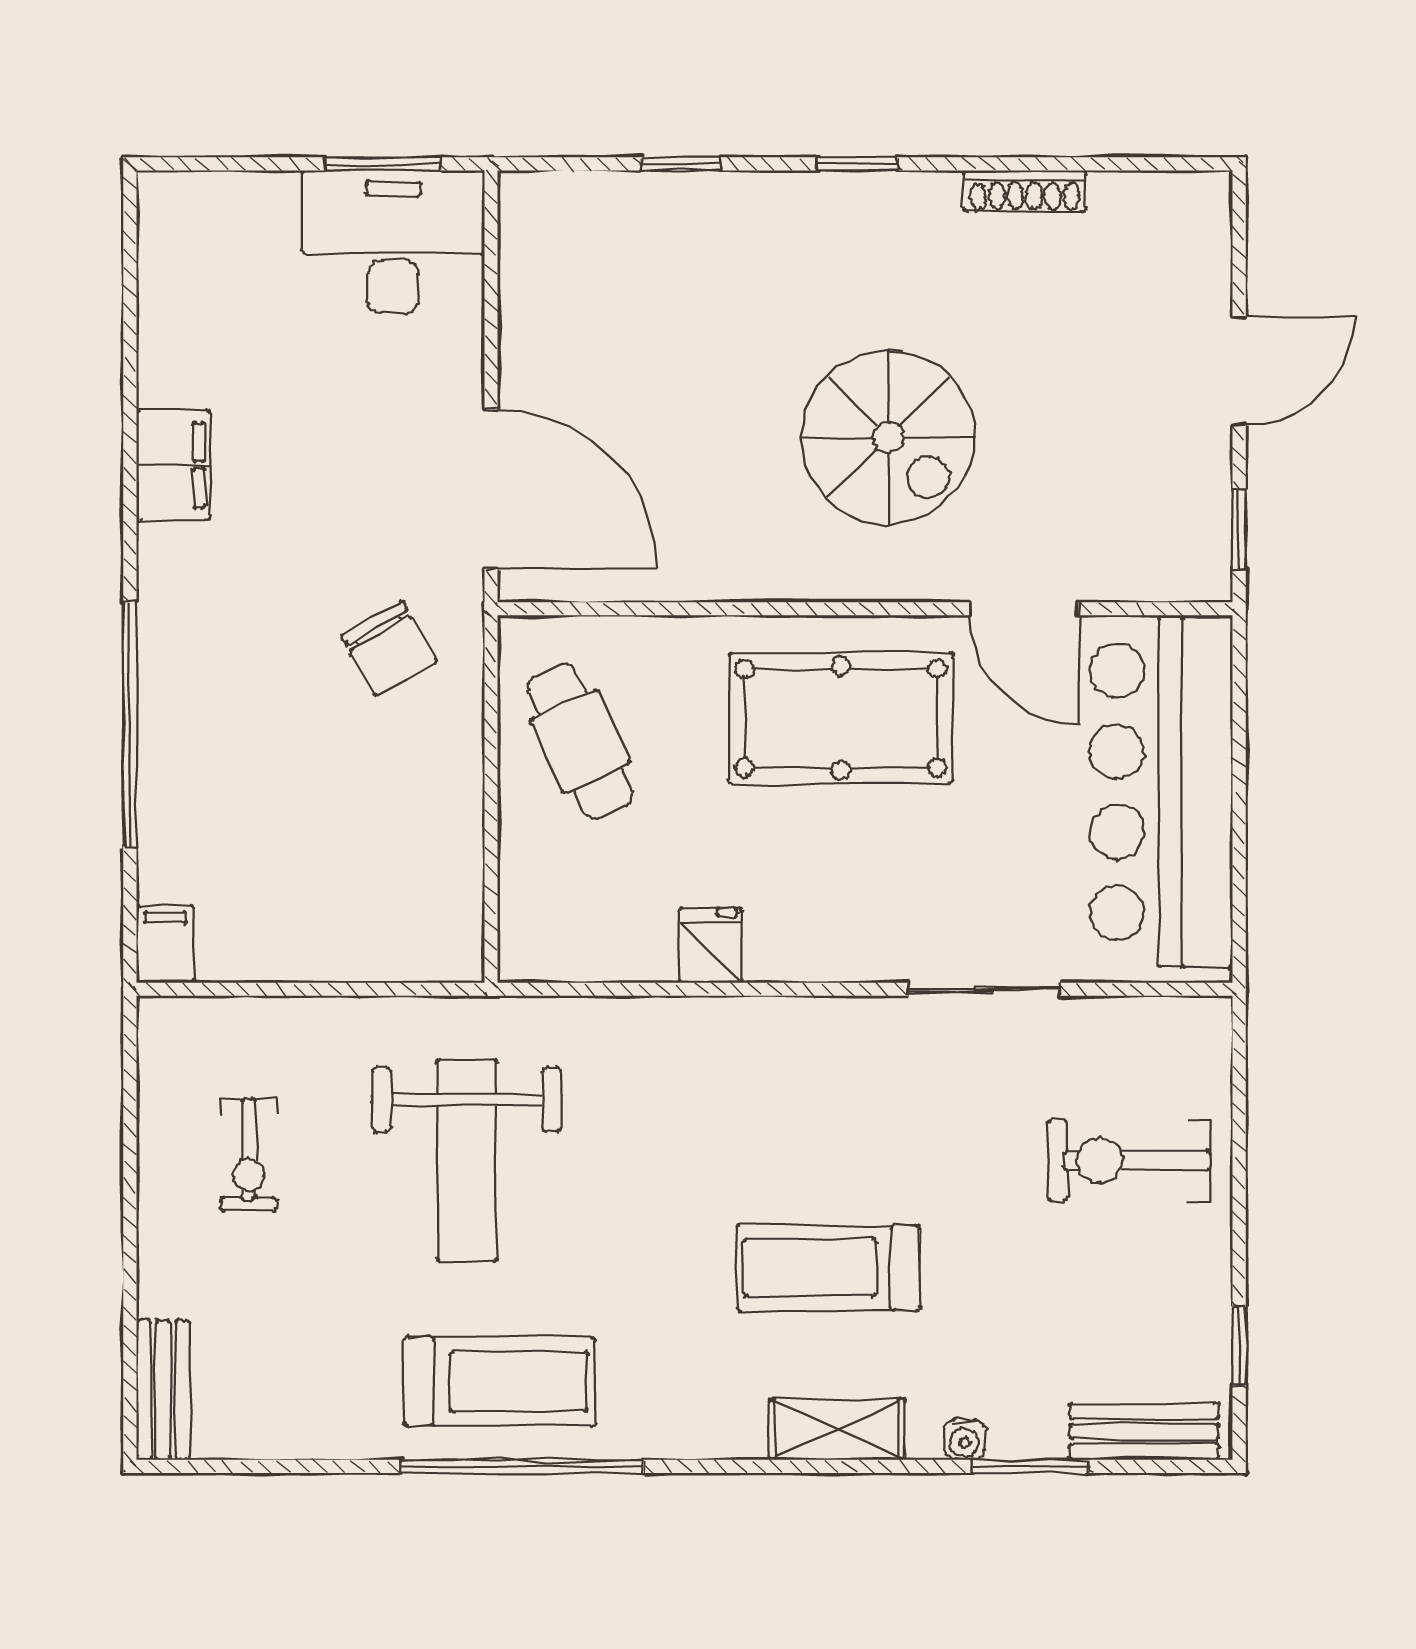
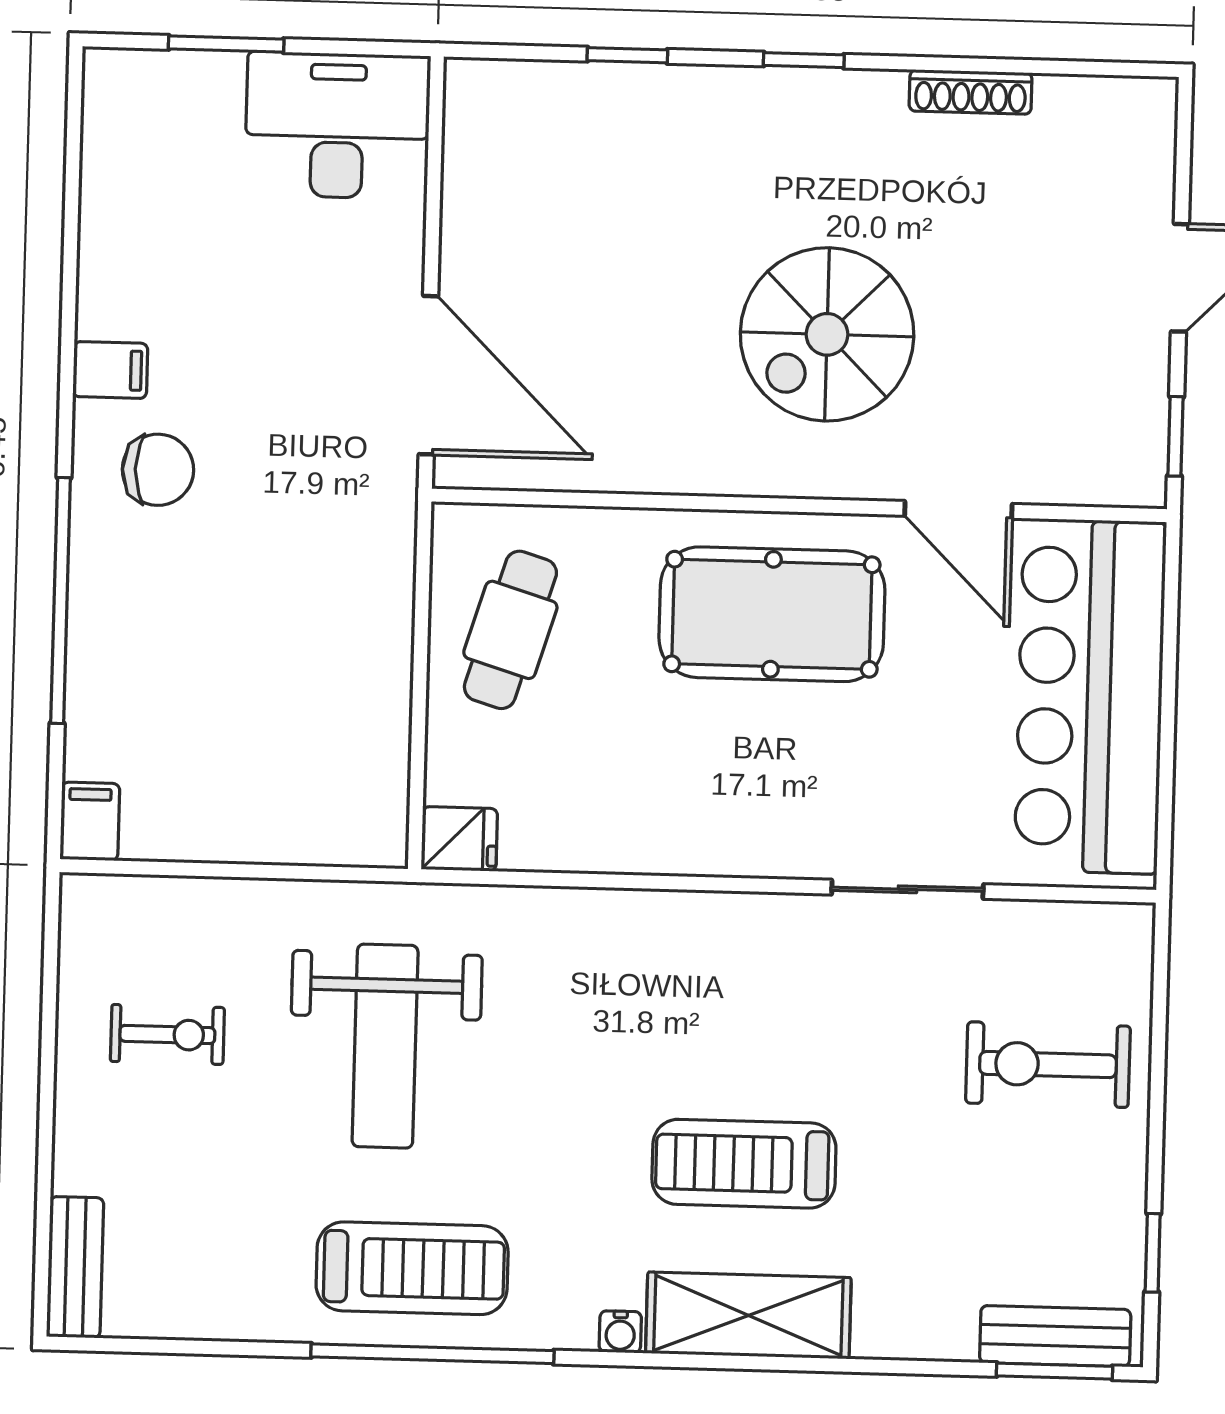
window: (383, 164) -> (226, 44), moved
spiral stairs: (888, 437) -> (827, 334), turned 90
filing cabinet: (173, 465) -> (110, 370), width x0.50
chair: (389, 649) -> (158, 470), moved, turned -60
cafe table: (580, 741) -> (510, 630), turned 42
fridge: (711, 945) -> (459, 839), moved, turned 90
exercise bike: (249, 1155) -> (167, 1034), turned -90
shelving: (837, 1429) -> (748, 1315), width x1.50, depth x1.33
water cooler: (964, 1439) -> (620, 1332), moved
window: (1031, 1466) -> (1054, 1371), moved

